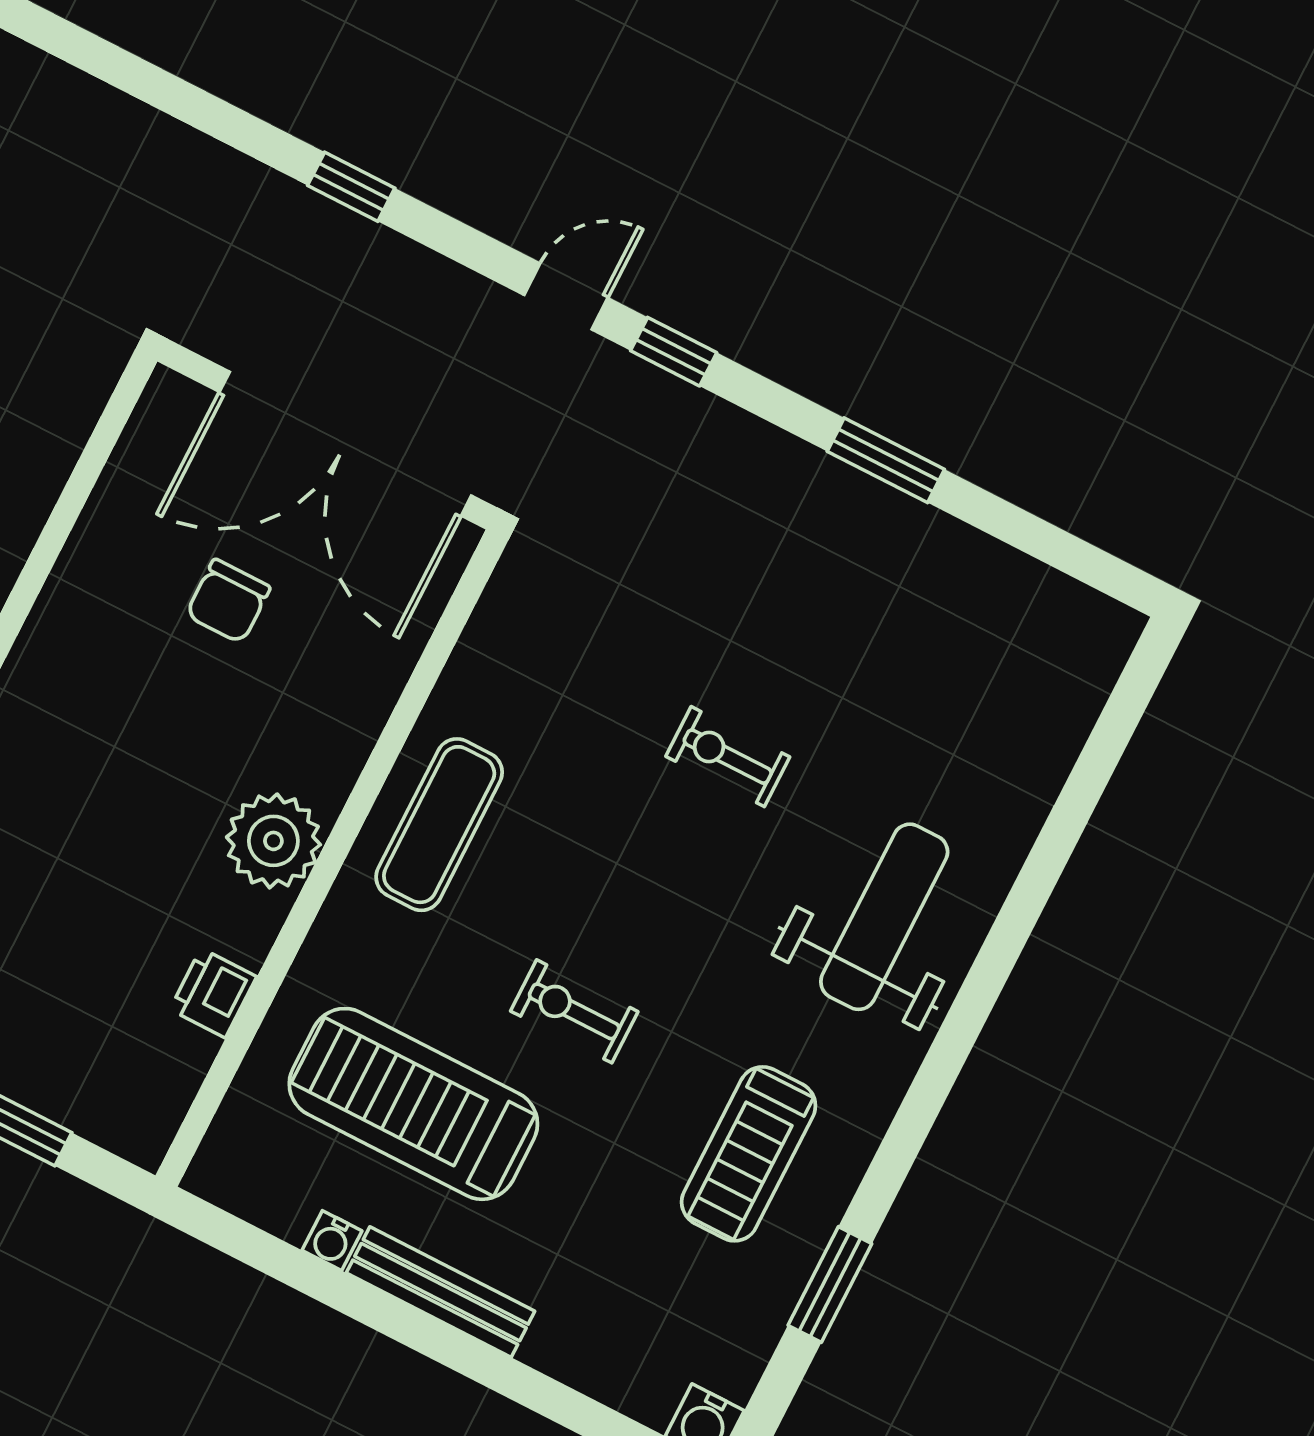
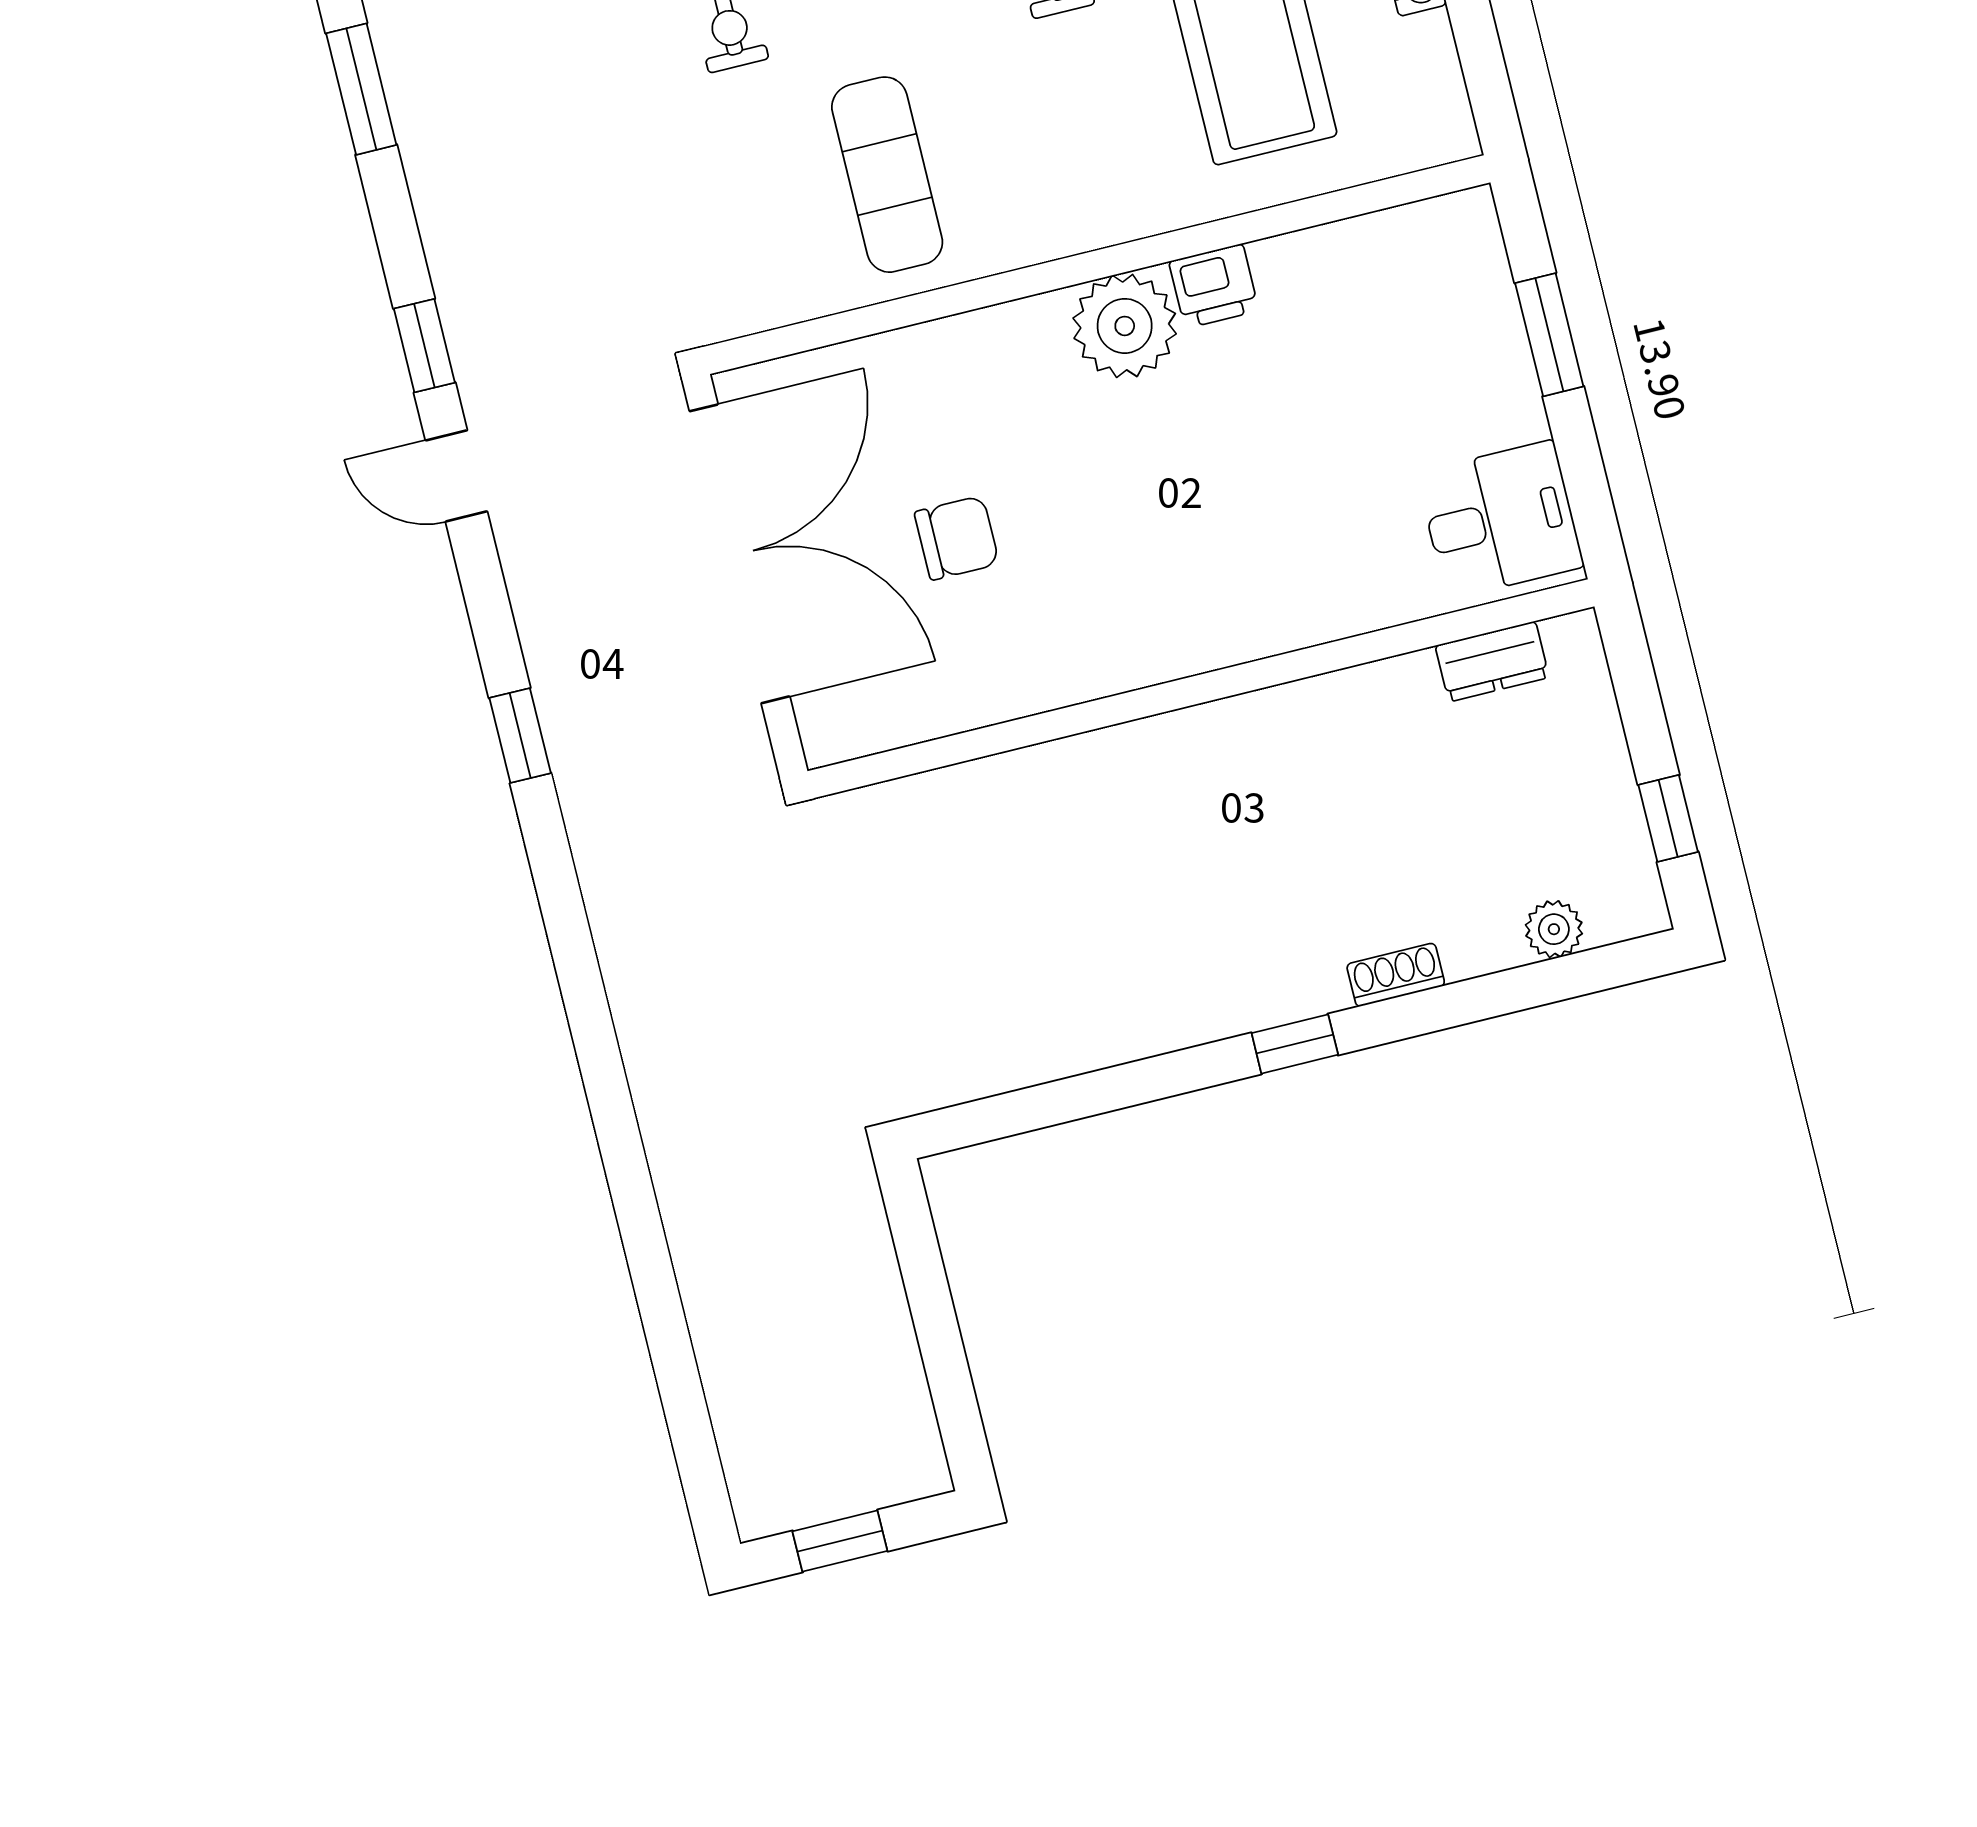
exercise mat: (439, 825) -> (887, 175), moved, turned 90
printer: (213, 993) -> (1214, 286), moved

